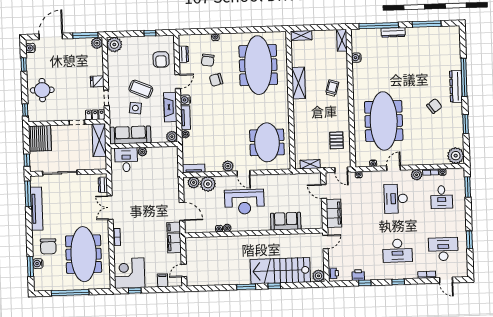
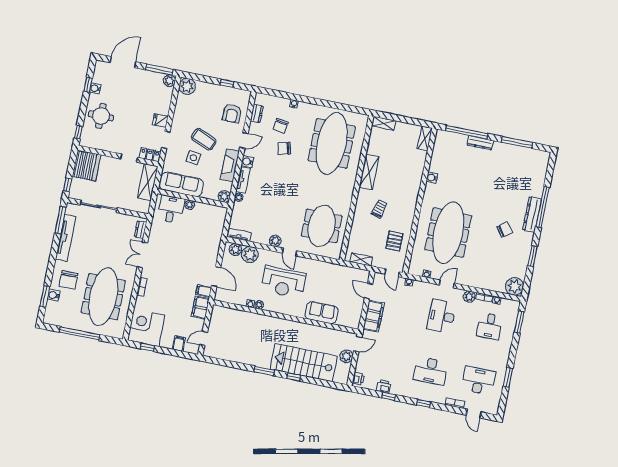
water cooler: (30, 48) -> (95, 88), moved
water cooler: (356, 58) -> (432, 178), moved
trolley: (332, 88) -> (379, 209), moved
plant: (318, 276) -> (346, 356), moved

